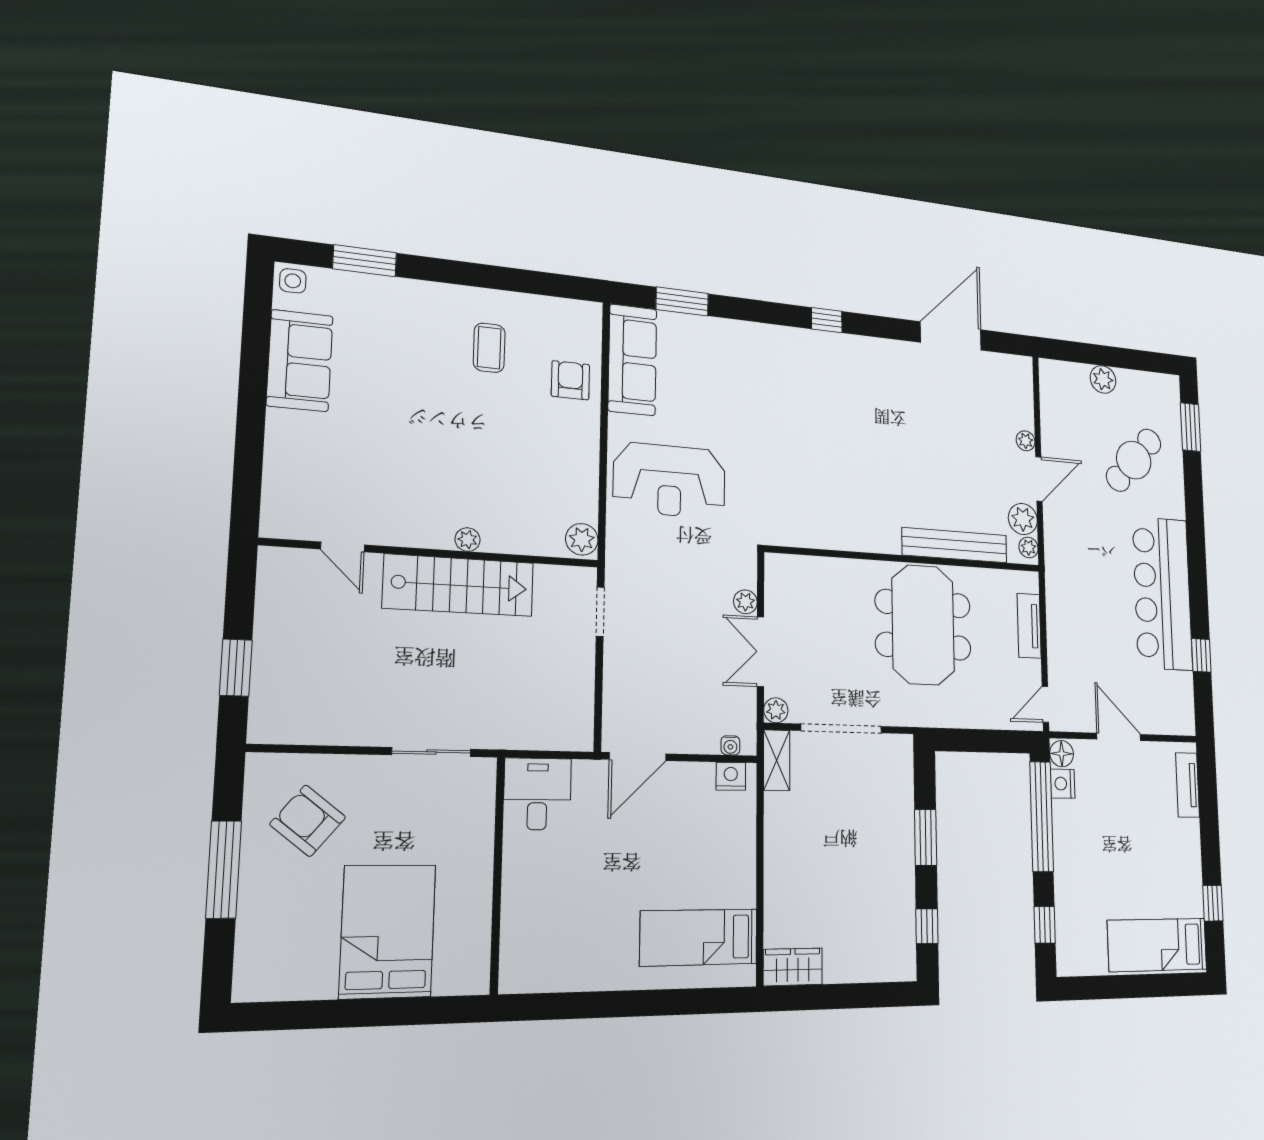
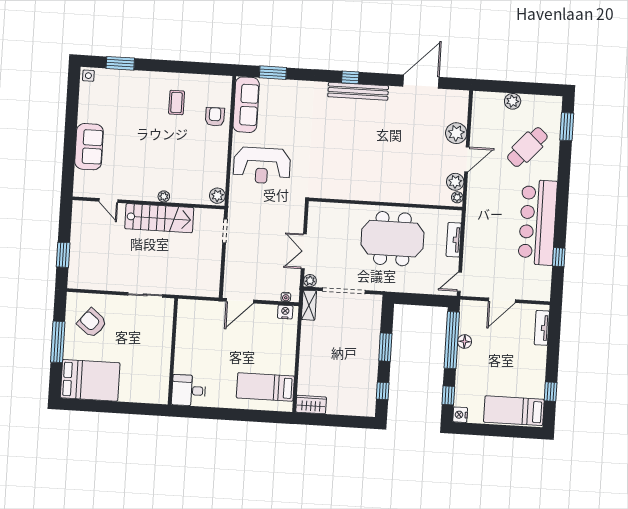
sofa: (300, 361) -> (89, 147), moved
plant: (1026, 441) -> (456, 133), width x1.88, depth x1.88
bench: (955, 545) -> (358, 91), moved
plant: (745, 602) -> (297, 226), removed
meeting table: (923, 625) -> (392, 239), turned 90
door: (1119, 737) -> (502, 300), swing flipped
floor lamp: (1062, 754) -> (465, 341), moved
nightstand: (1063, 784) -> (460, 415), moved
desk: (537, 794) -> (189, 390), moved, turned -90
bed: (388, 931) -> (90, 380), moved, turned 90

